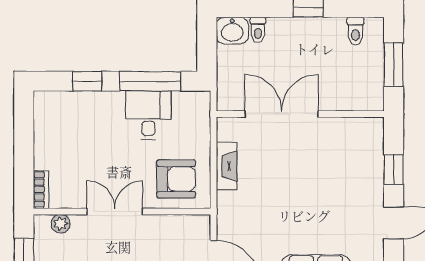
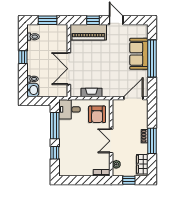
desk: (148, 115) -> (69, 109), moved
piano: (366, 159) -> (88, 32), added
armchair: (176, 179) -> (97, 114), turned 180

